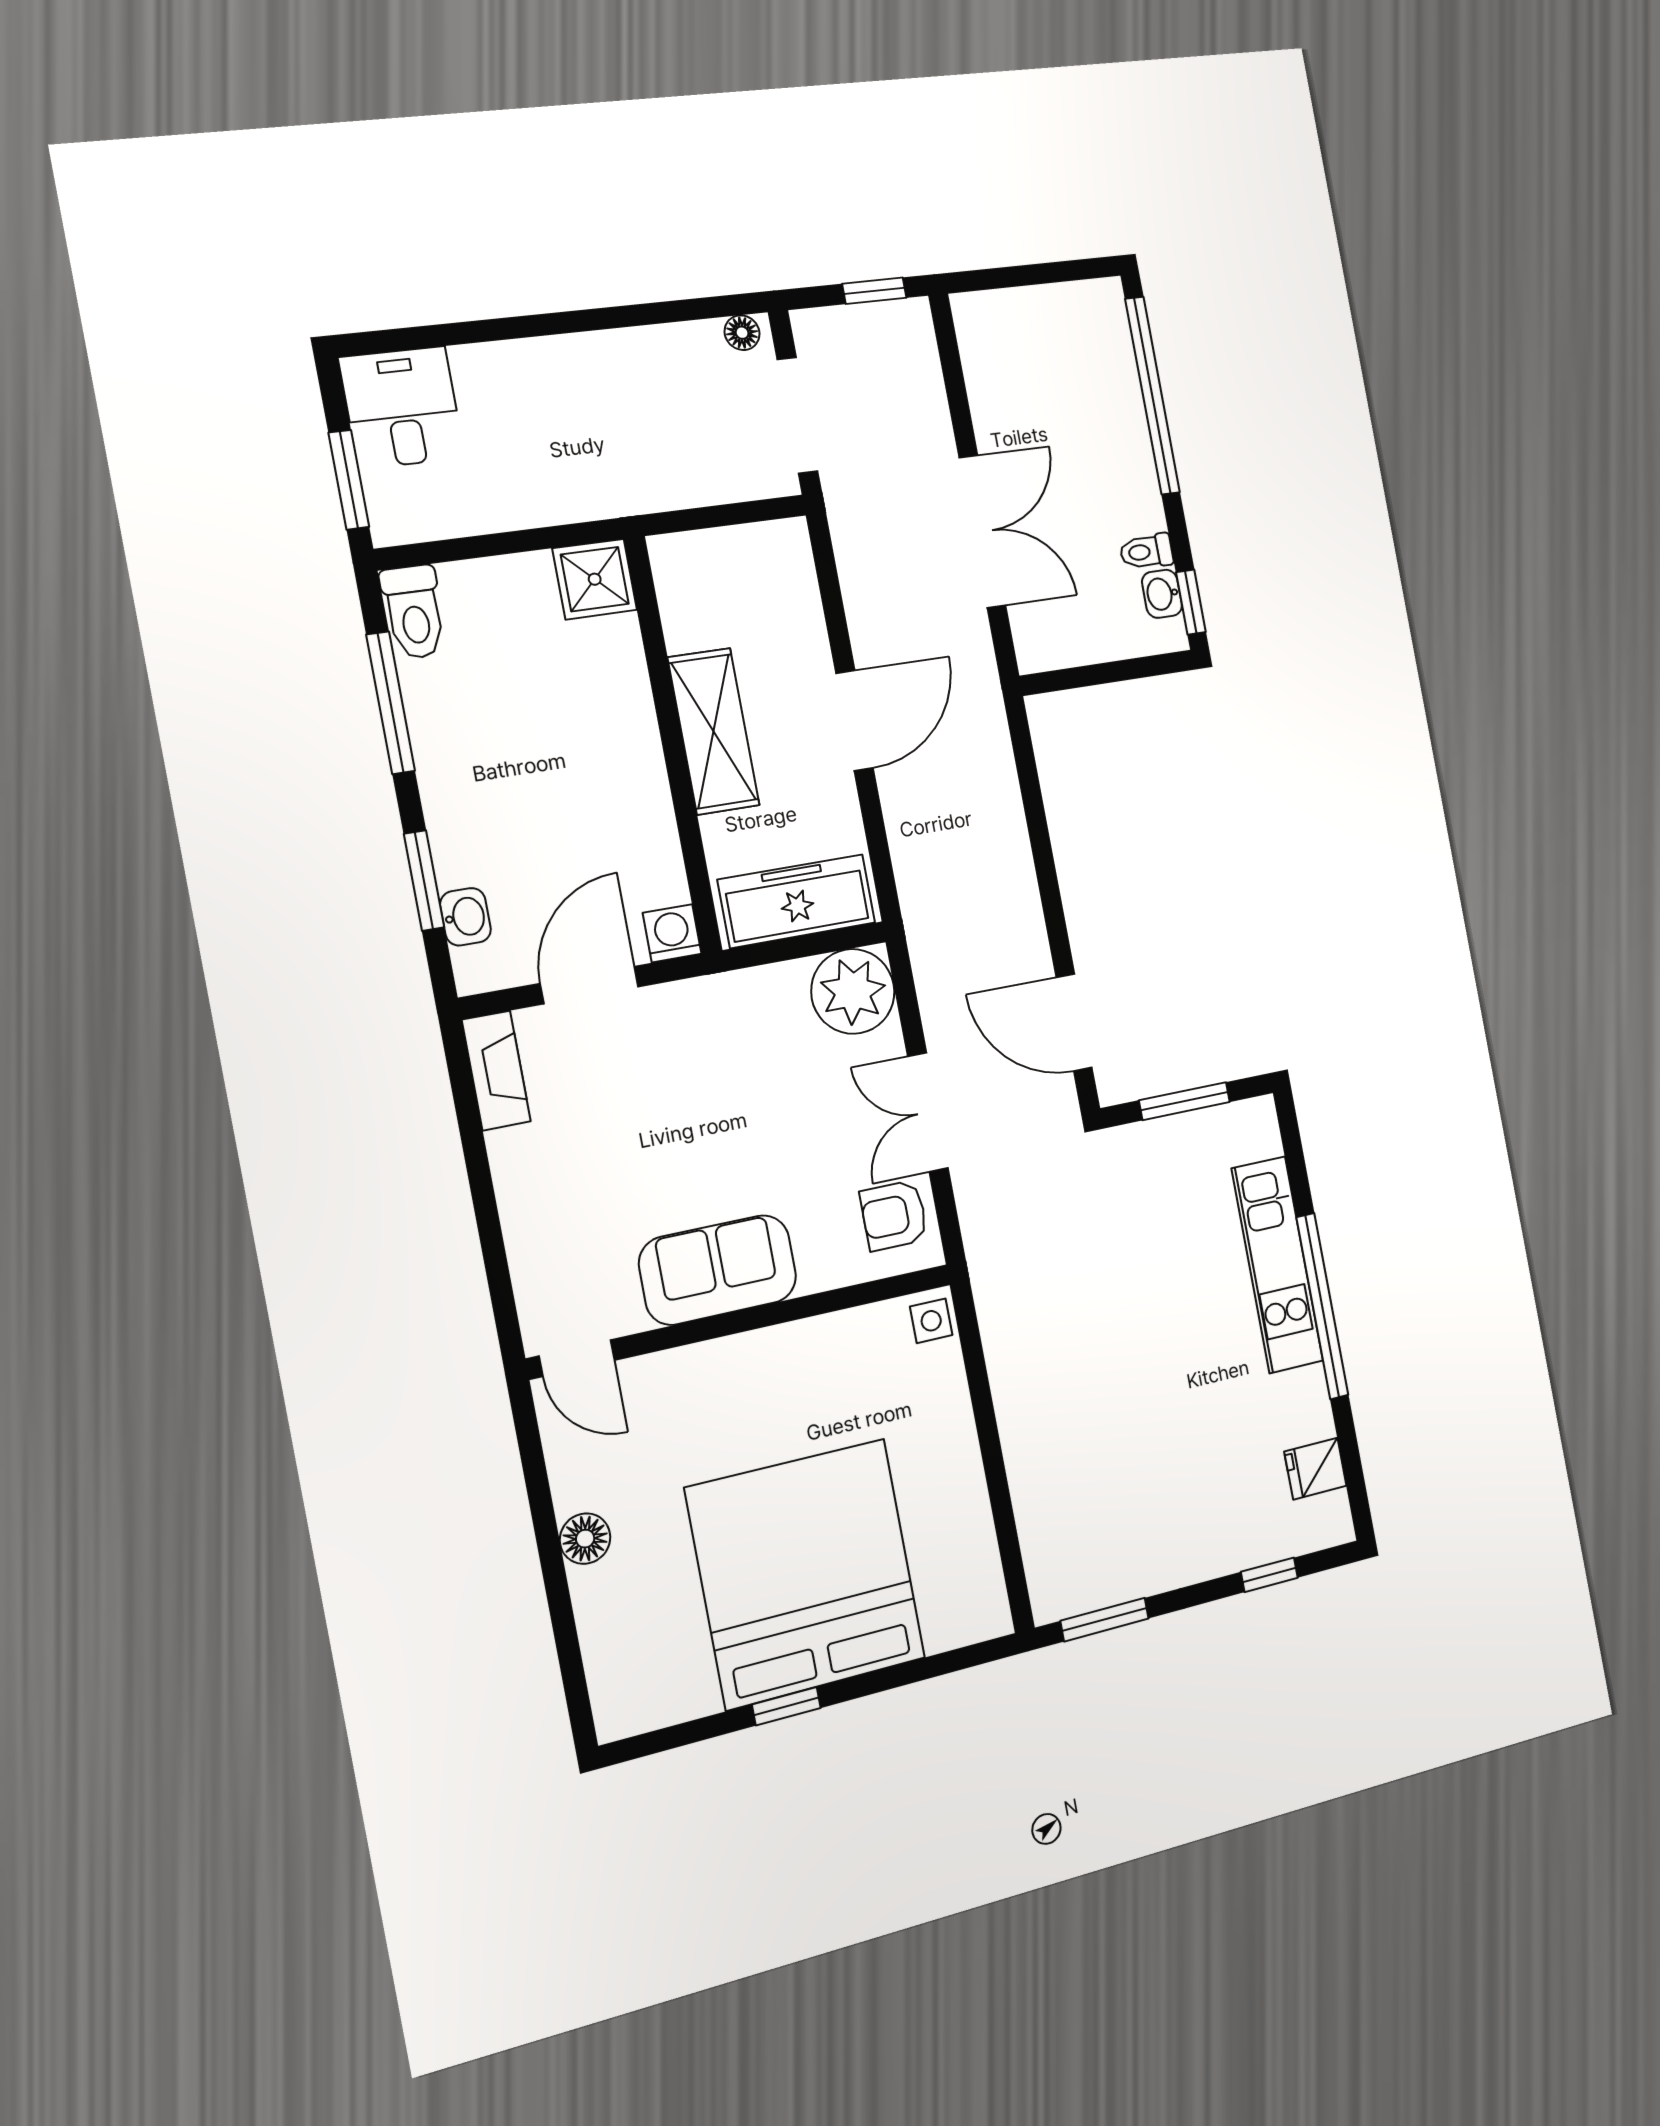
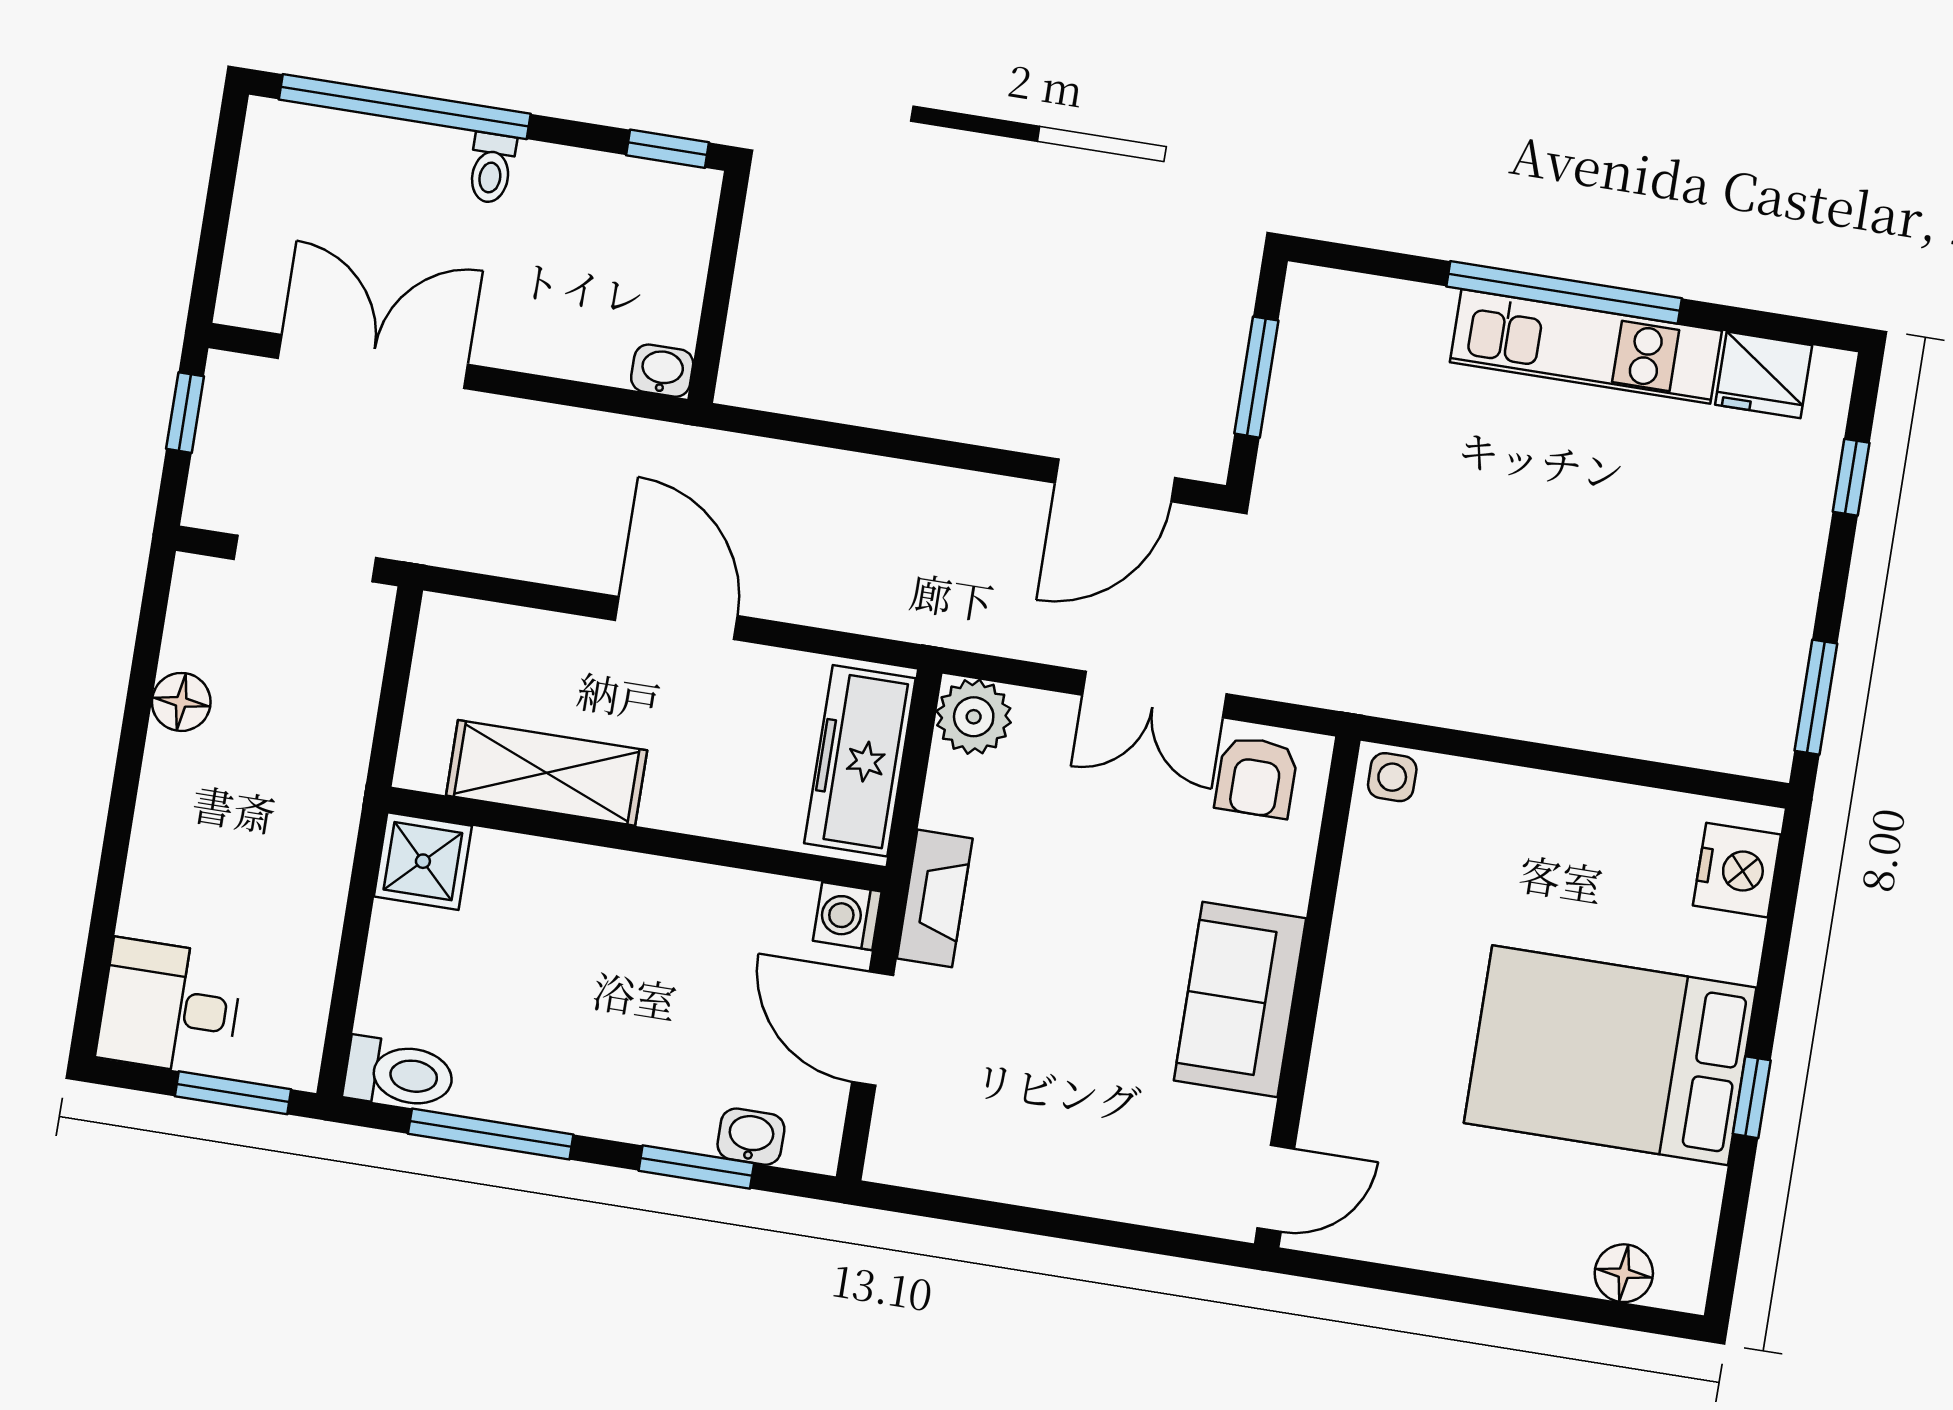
floor lamp: (742, 333) -> (181, 702), moved, width x1.37, depth x1.37
double door: (982, 531) -> (373, 361), moved
toilet: (1146, 552) -> (491, 168), moved
washbasin: (1162, 594) -> (662, 371), moved, turned 180
shelving: (714, 731) -> (547, 773), moved
plant: (853, 991) -> (974, 717), width x0.73, depth x0.73
fireplace: (496, 1071) -> (935, 898), moved, turned 90
kitchen unit: (1277, 1265) -> (1586, 346), moved
fridge: (1315, 1469) -> (1764, 375), width x1.38
floor lamp: (585, 1539) -> (1624, 1273), moved
bed: (806, 1574) -> (1610, 1055), width x0.73
nightstand: (956, 1617) -> (1737, 870), added

